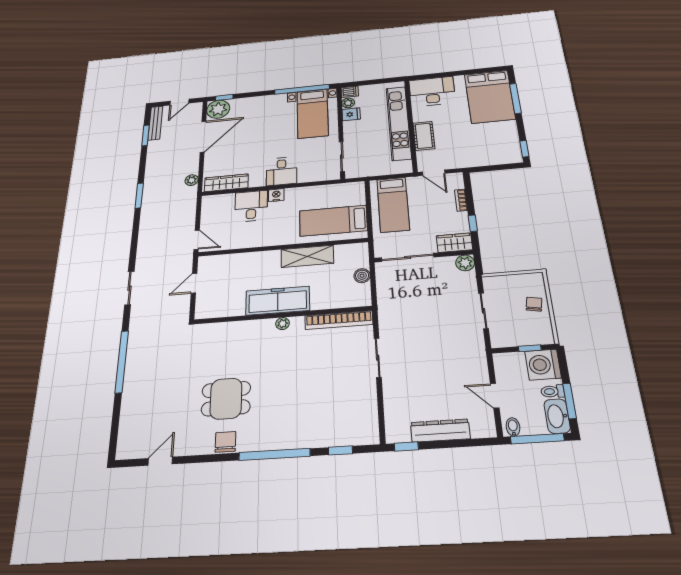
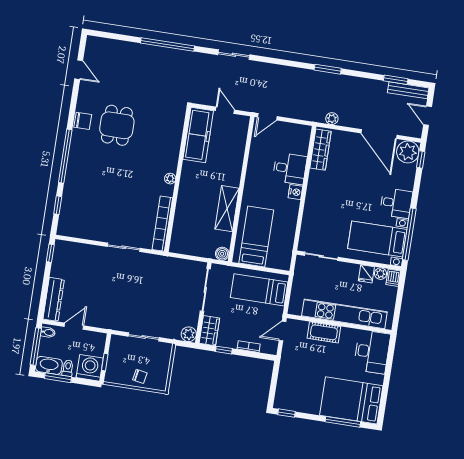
desk: (282, 171) -> (396, 203), moved, turned 180
boiler: (362, 276) -> (222, 254), moved
freezer: (278, 301) -> (198, 135), moved
dresser: (440, 431) -> (54, 299), moved

